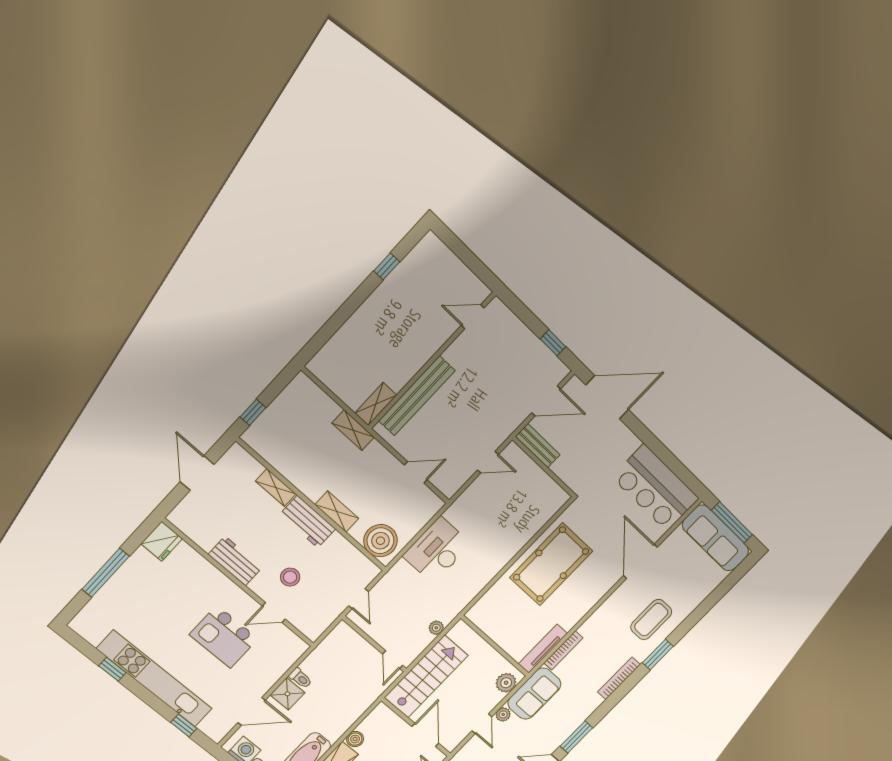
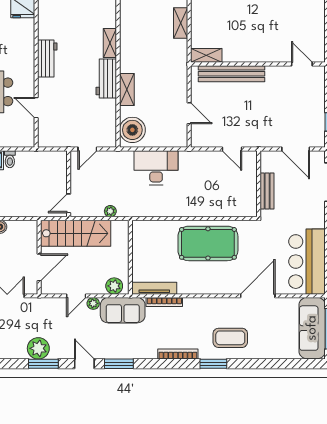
shelving: (353, 430) -> (181, 23), moved
bench: (538, 446) -> (267, 191), moved
stool: (290, 577) -> (65, 98), removed

